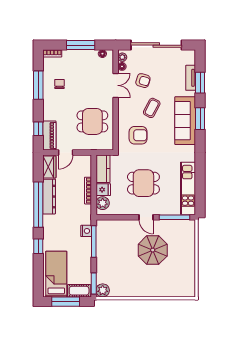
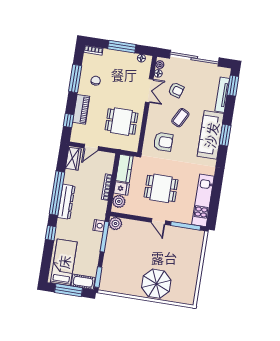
tv unit: (191, 78) -> (222, 95), width x1.41
window: (200, 83) -> (233, 86), moved
piano: (49, 136) -> (81, 109), moved
dresser: (49, 197) -> (66, 202), moved
parasol: (153, 250) -> (156, 284), moved
plant: (103, 290) -> (115, 224), moved

